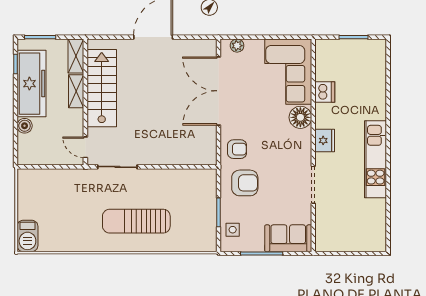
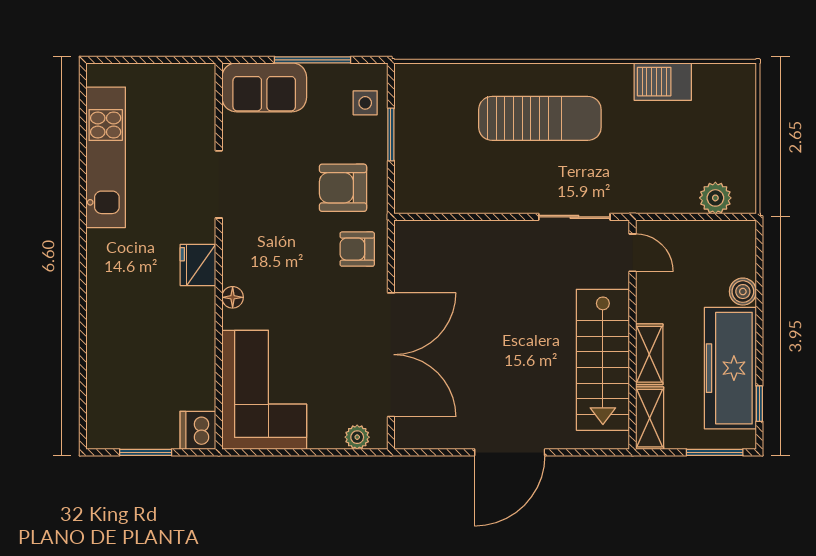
dishwasher: (325, 92) -> (198, 430), moved
floor lamp: (300, 117) -> (233, 297), width x0.53, depth x0.53
kitchen unit: (376, 159) -> (106, 157), moved
plant: (40, 177) -> (715, 198), added
barbecue: (27, 236) -> (663, 82), moved, turned -90

